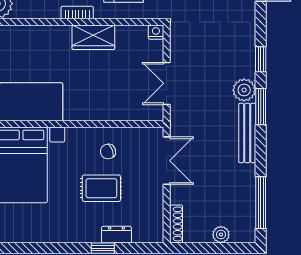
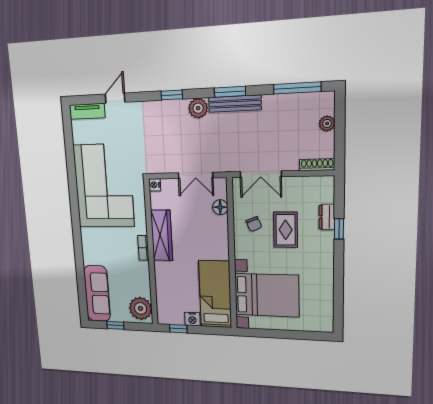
wardrobe: (93, 37) -> (162, 235), width x1.50
window: (261, 107) -> (230, 92), moved
floor lamp: (128, 112) -> (220, 207), added
double door: (167, 161) -> (261, 174), swing flipped

